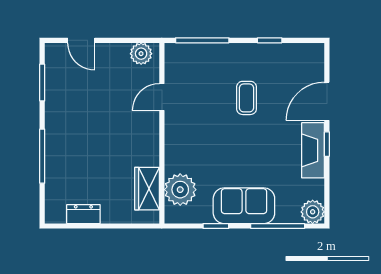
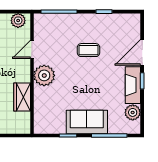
coffee table: (247, 98) -> (88, 50), turned 90
wardrobe: (147, 189) -> (22, 97), moved
plant: (180, 190) -> (44, 75), moved
plant: (313, 212) -> (133, 112), moved

